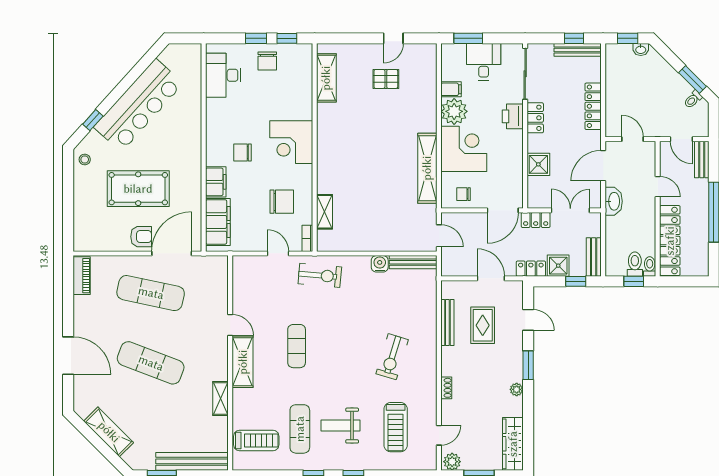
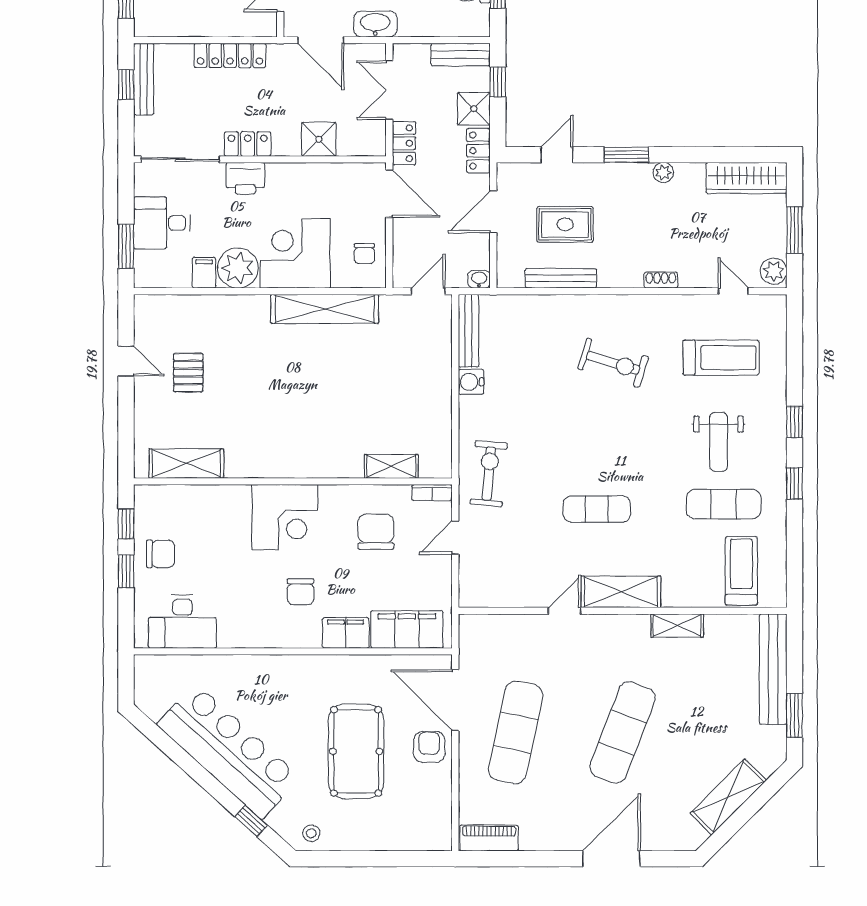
washbasin: (447, 269) -> (479, 279), added

